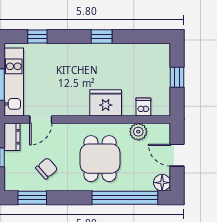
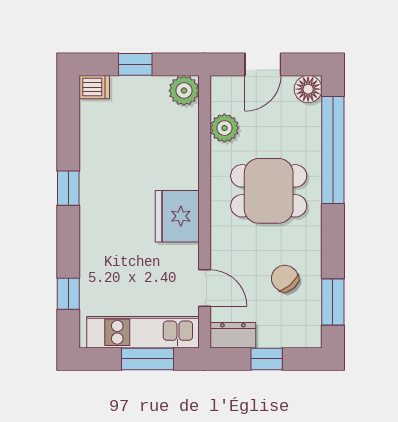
fridge: (106, 103) -> (177, 216), moved
dishwasher: (143, 107) -> (94, 87), moved, turned 180
plant: (161, 107) -> (184, 91), added

